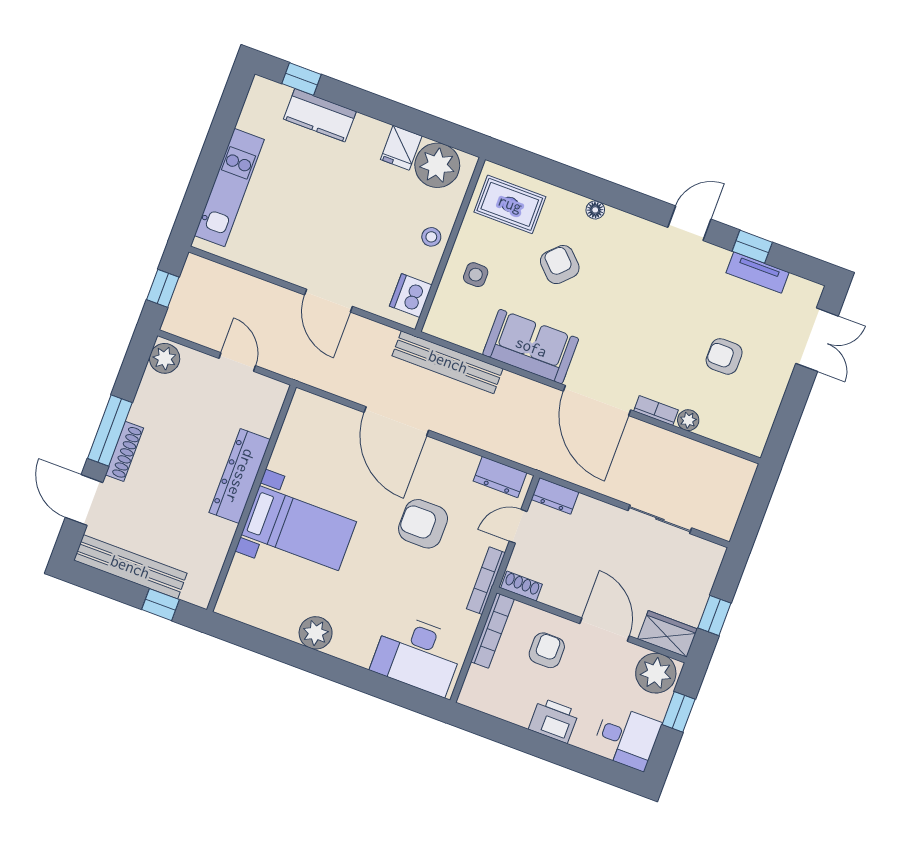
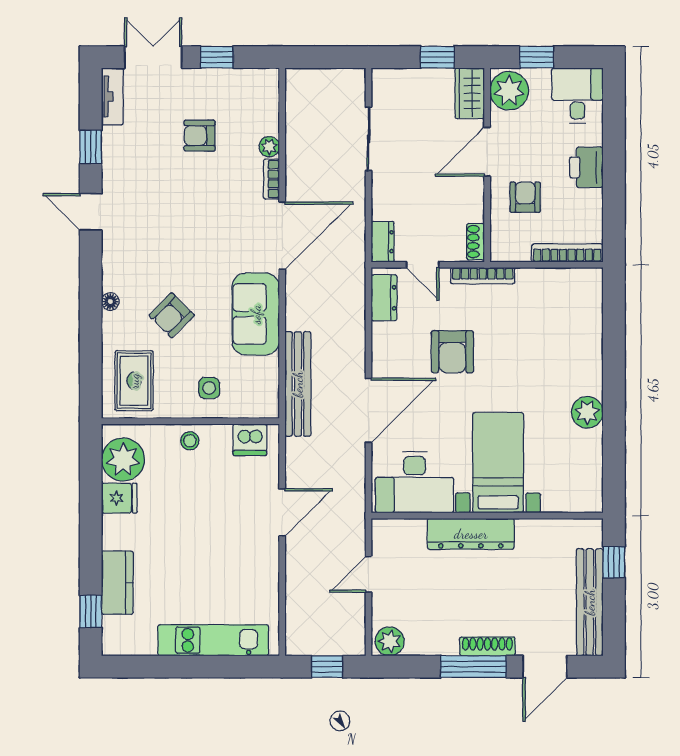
tv unit: (758, 273) -> (112, 96), moved
armchair: (724, 356) -> (200, 136), turned 90
window: (794, 402) -> (217, 57), added
bookcase: (492, 630) -> (567, 253), moved
armchair: (547, 650) -> (525, 197), turned 90
desk: (418, 654) -> (415, 482), moved, turned 90

